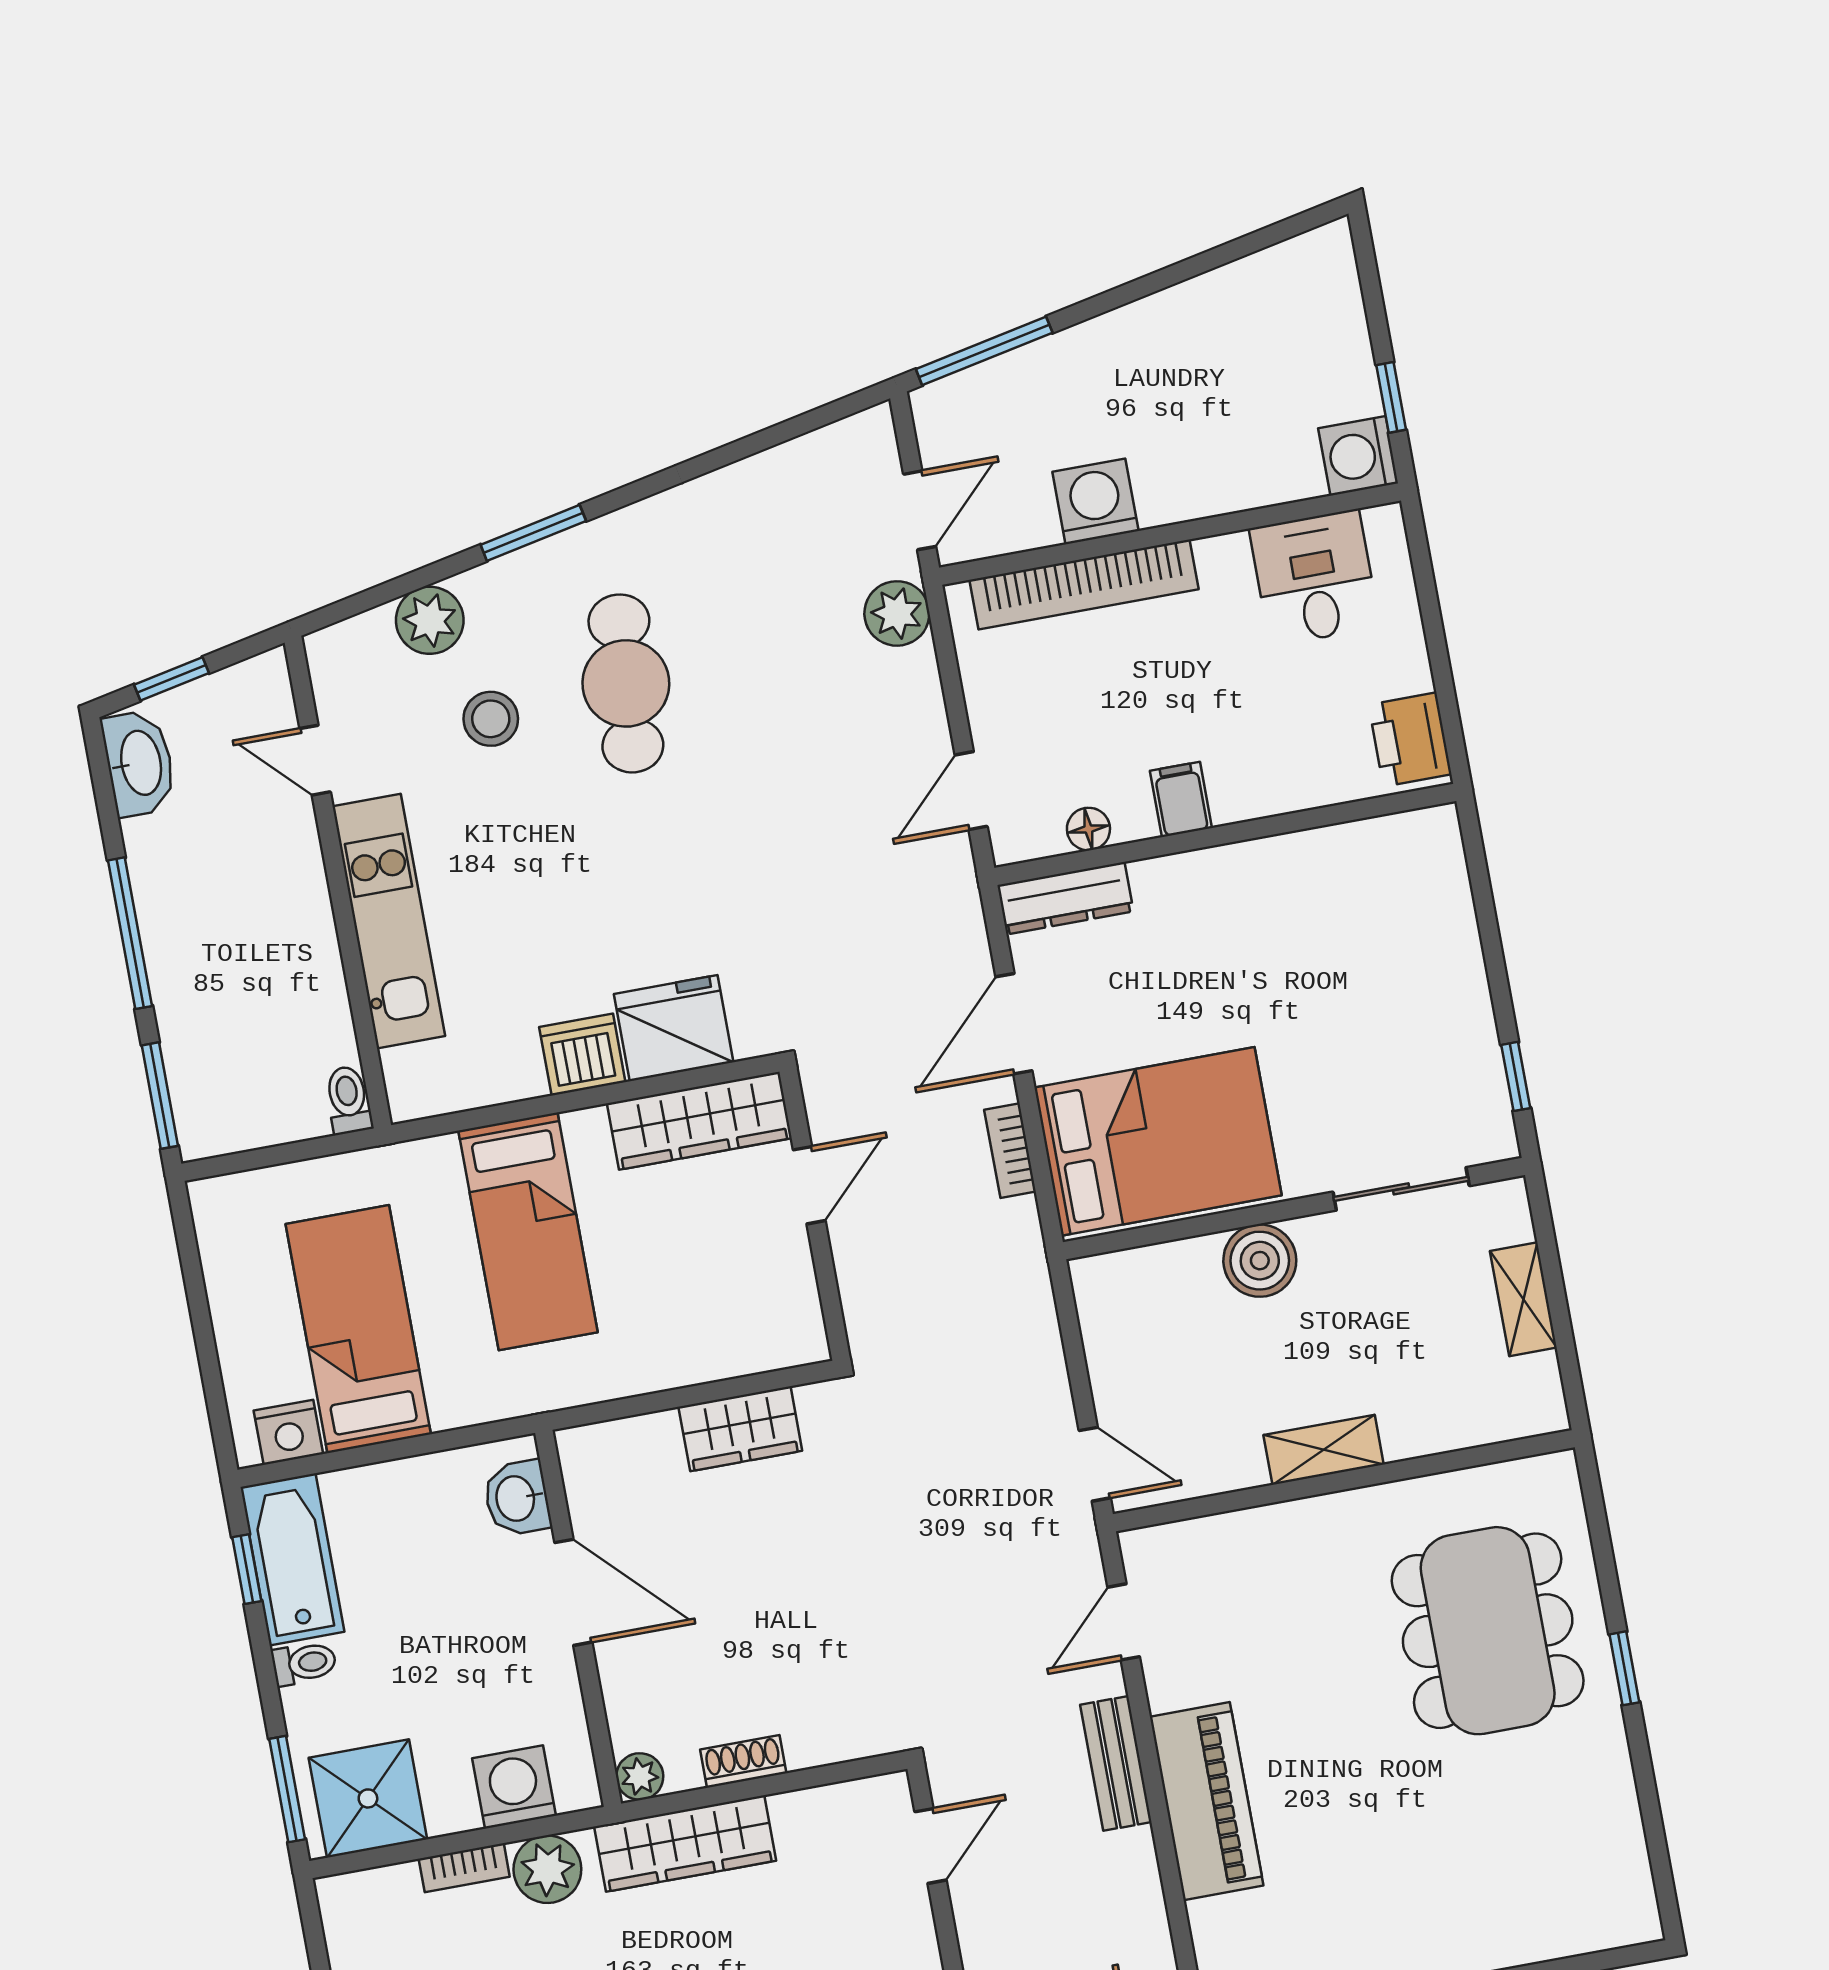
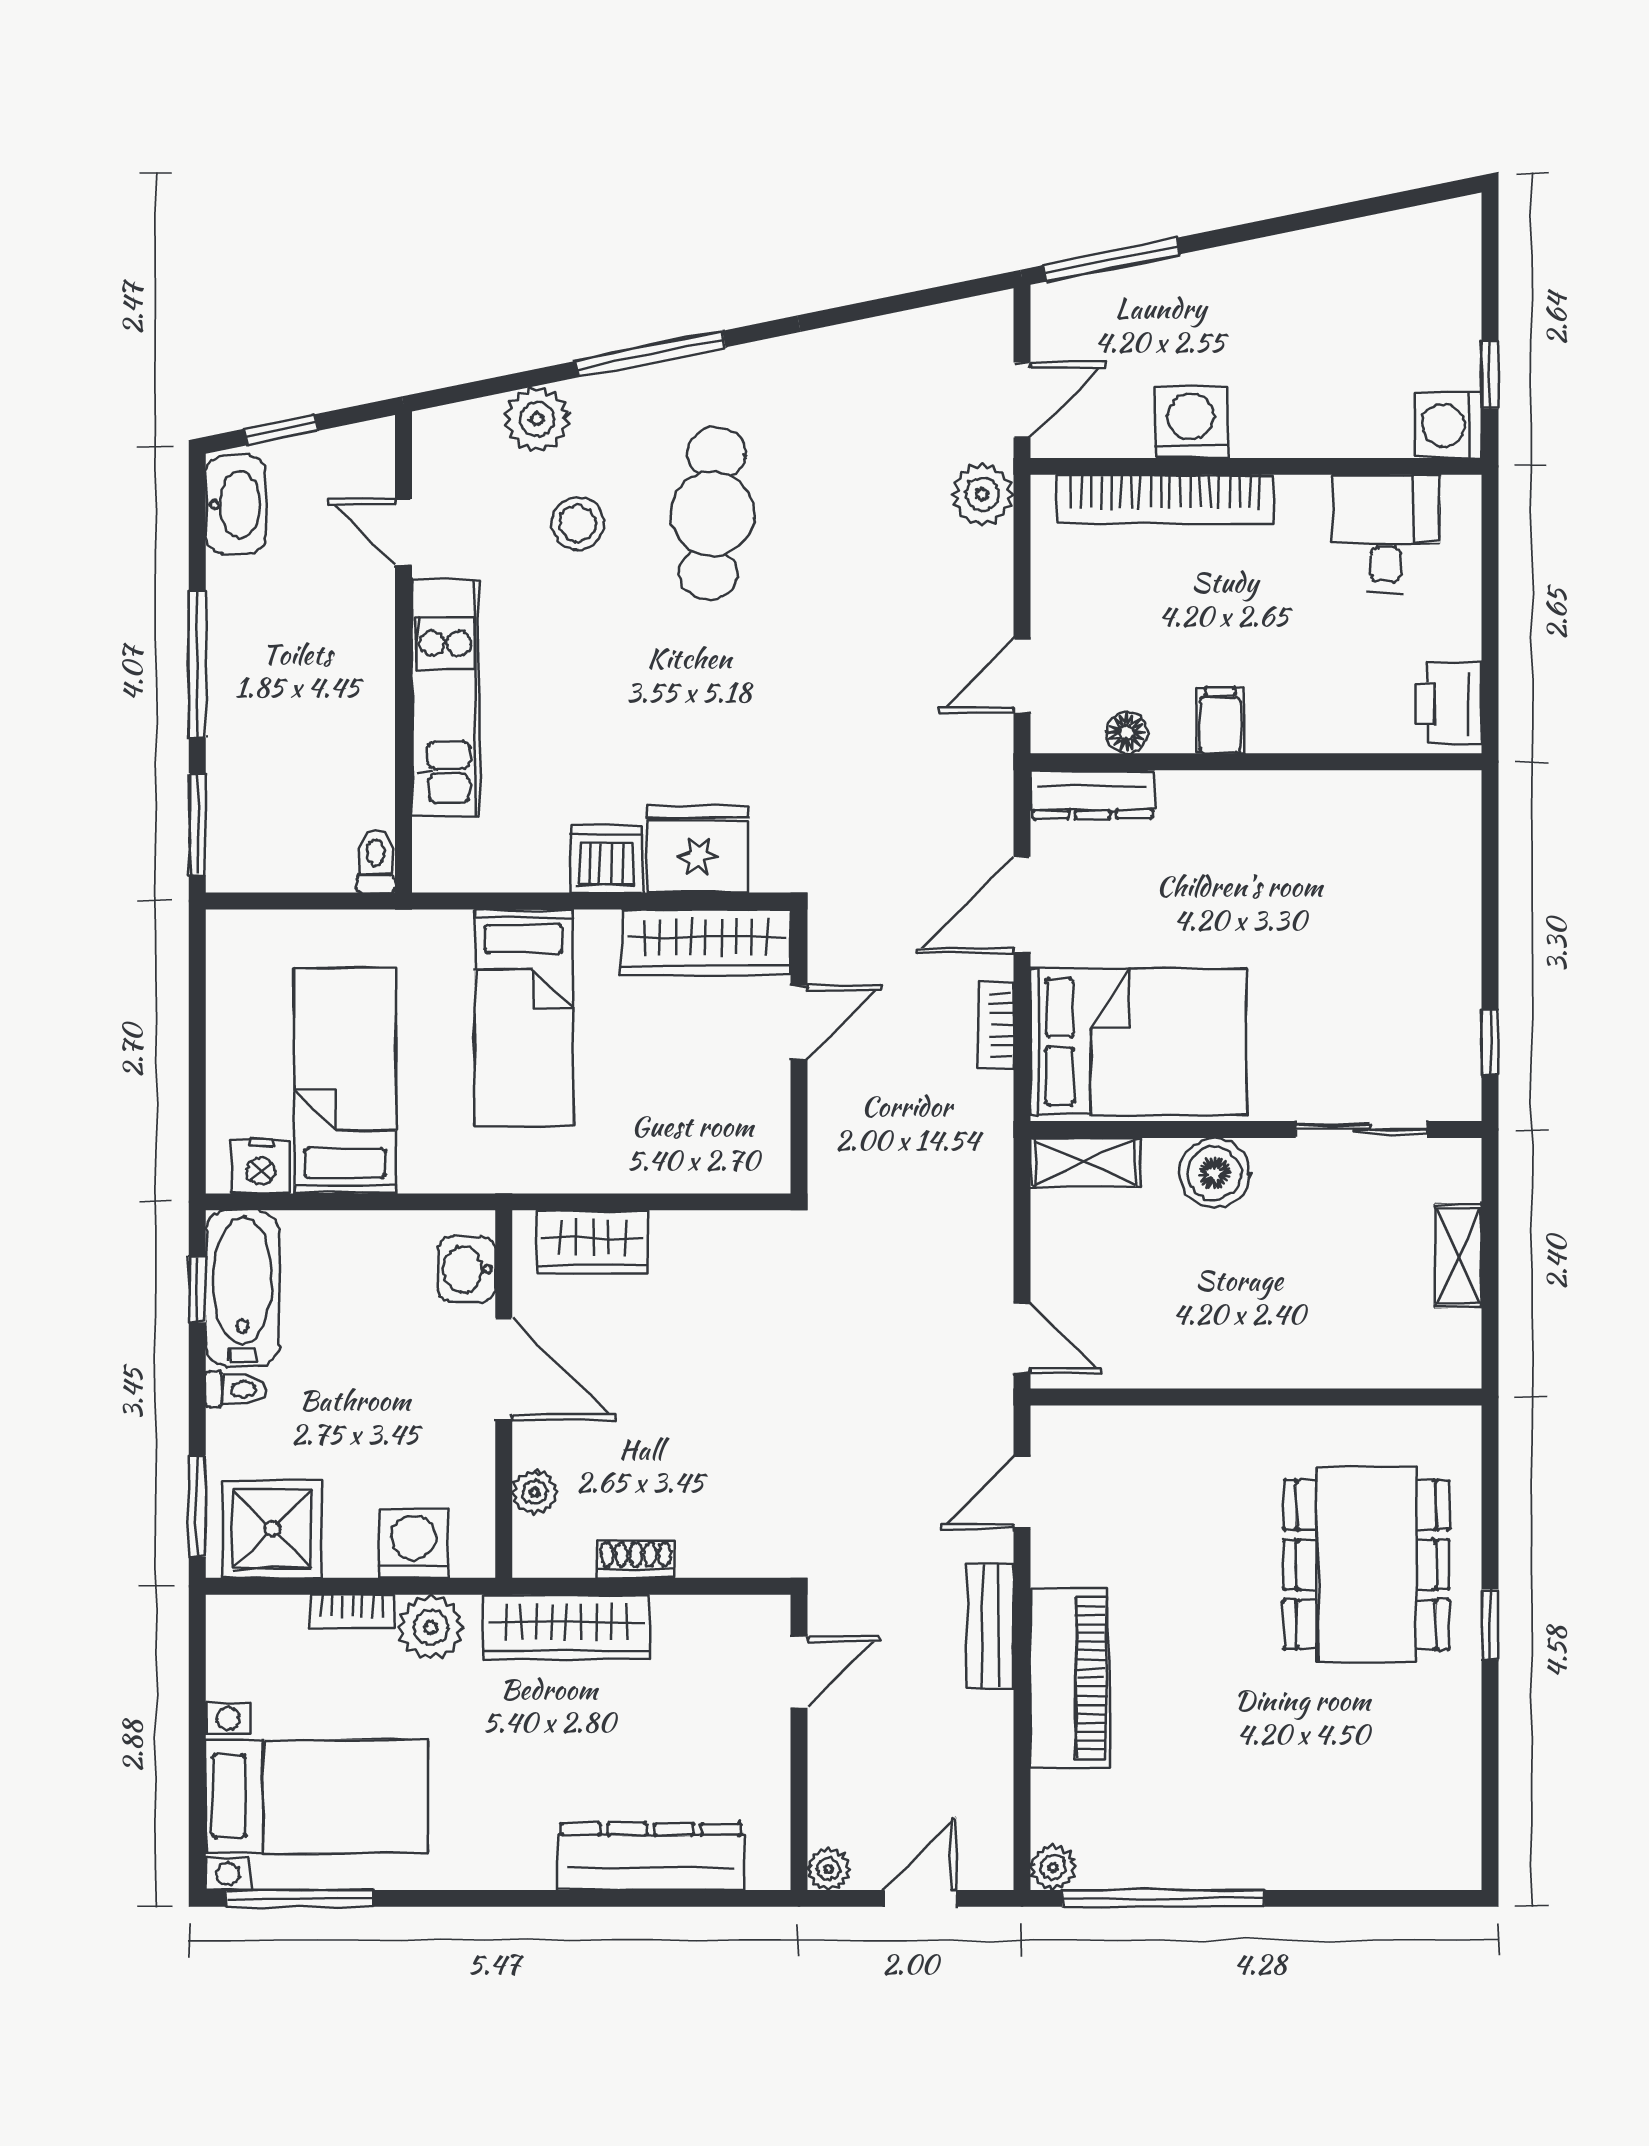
window: (533, 533) -> (651, 354), width x1.44
wardrobe: (740, 1429) -> (592, 1242), moved
shelving: (1324, 1450) -> (1085, 1162), moved
plant: (640, 1777) -> (535, 1492), moved

